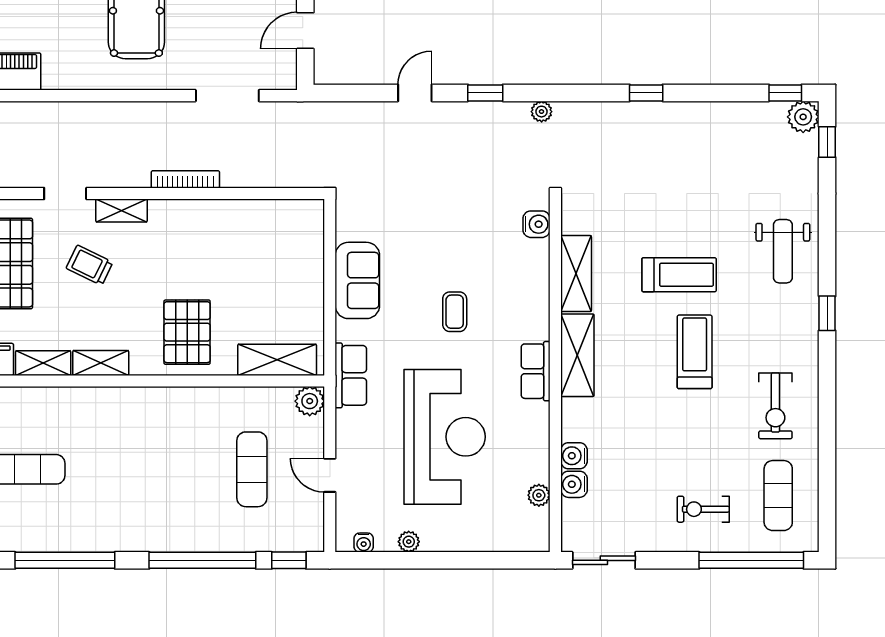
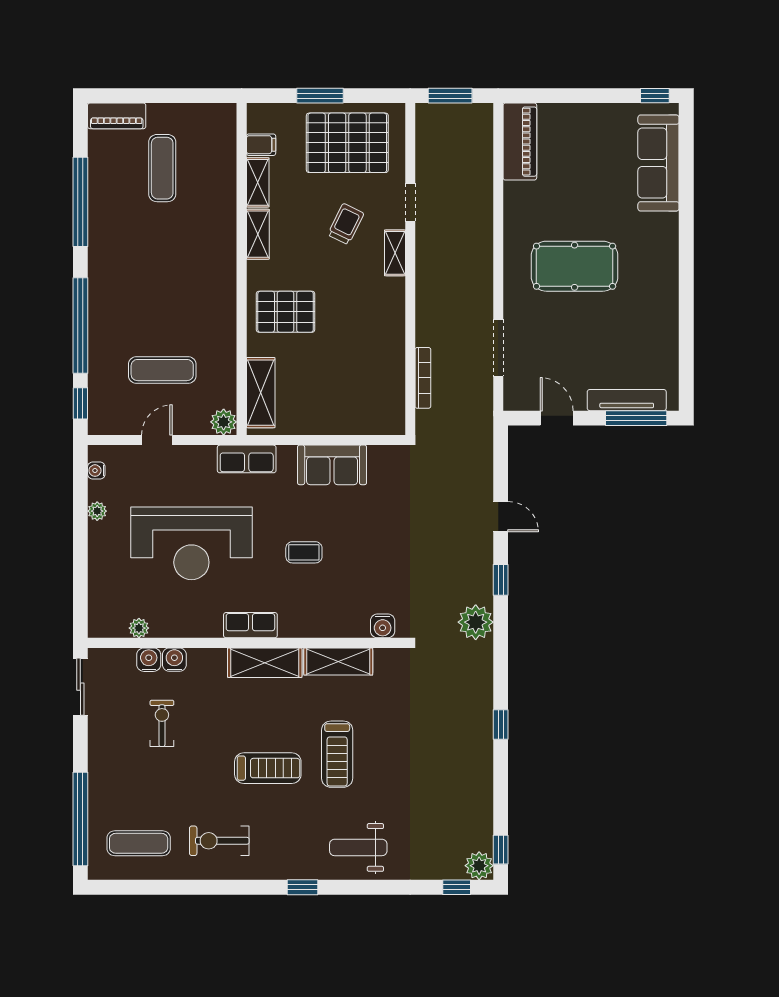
plant: (542, 112) -> (476, 622), width x1.87, depth x1.87
bookcase: (185, 179) -> (423, 378), moved
exercise bike: (703, 509) -> (162, 723), moved

